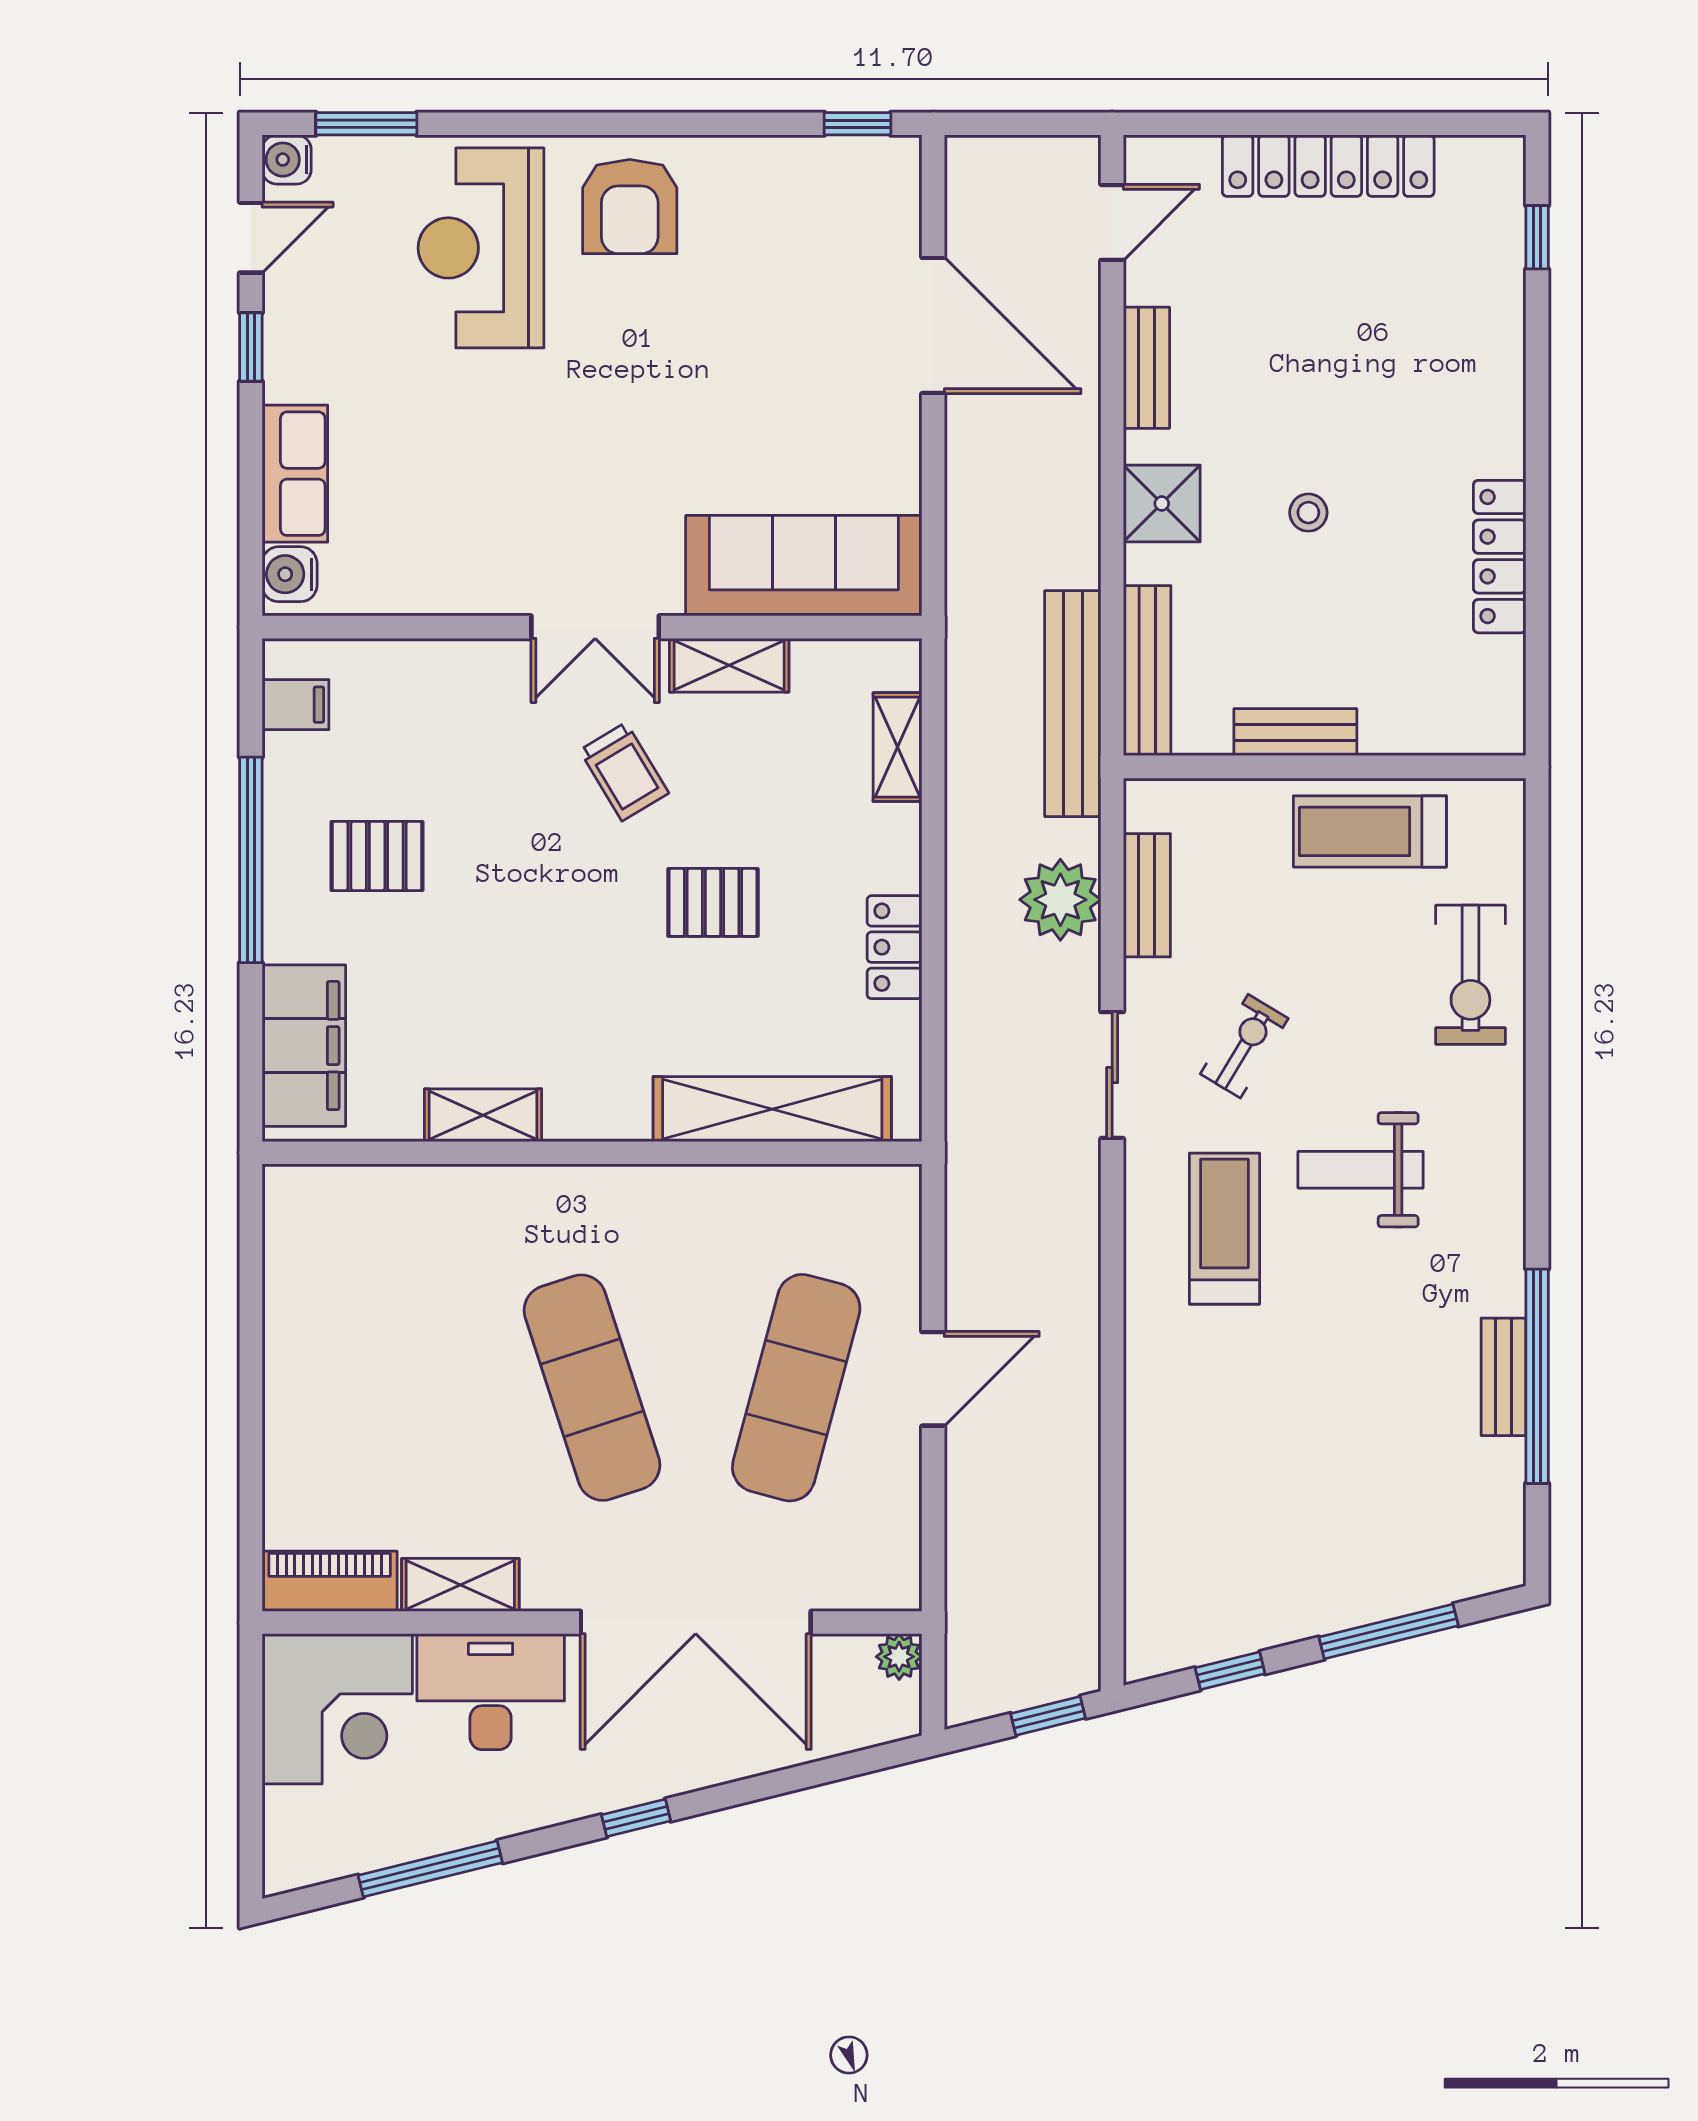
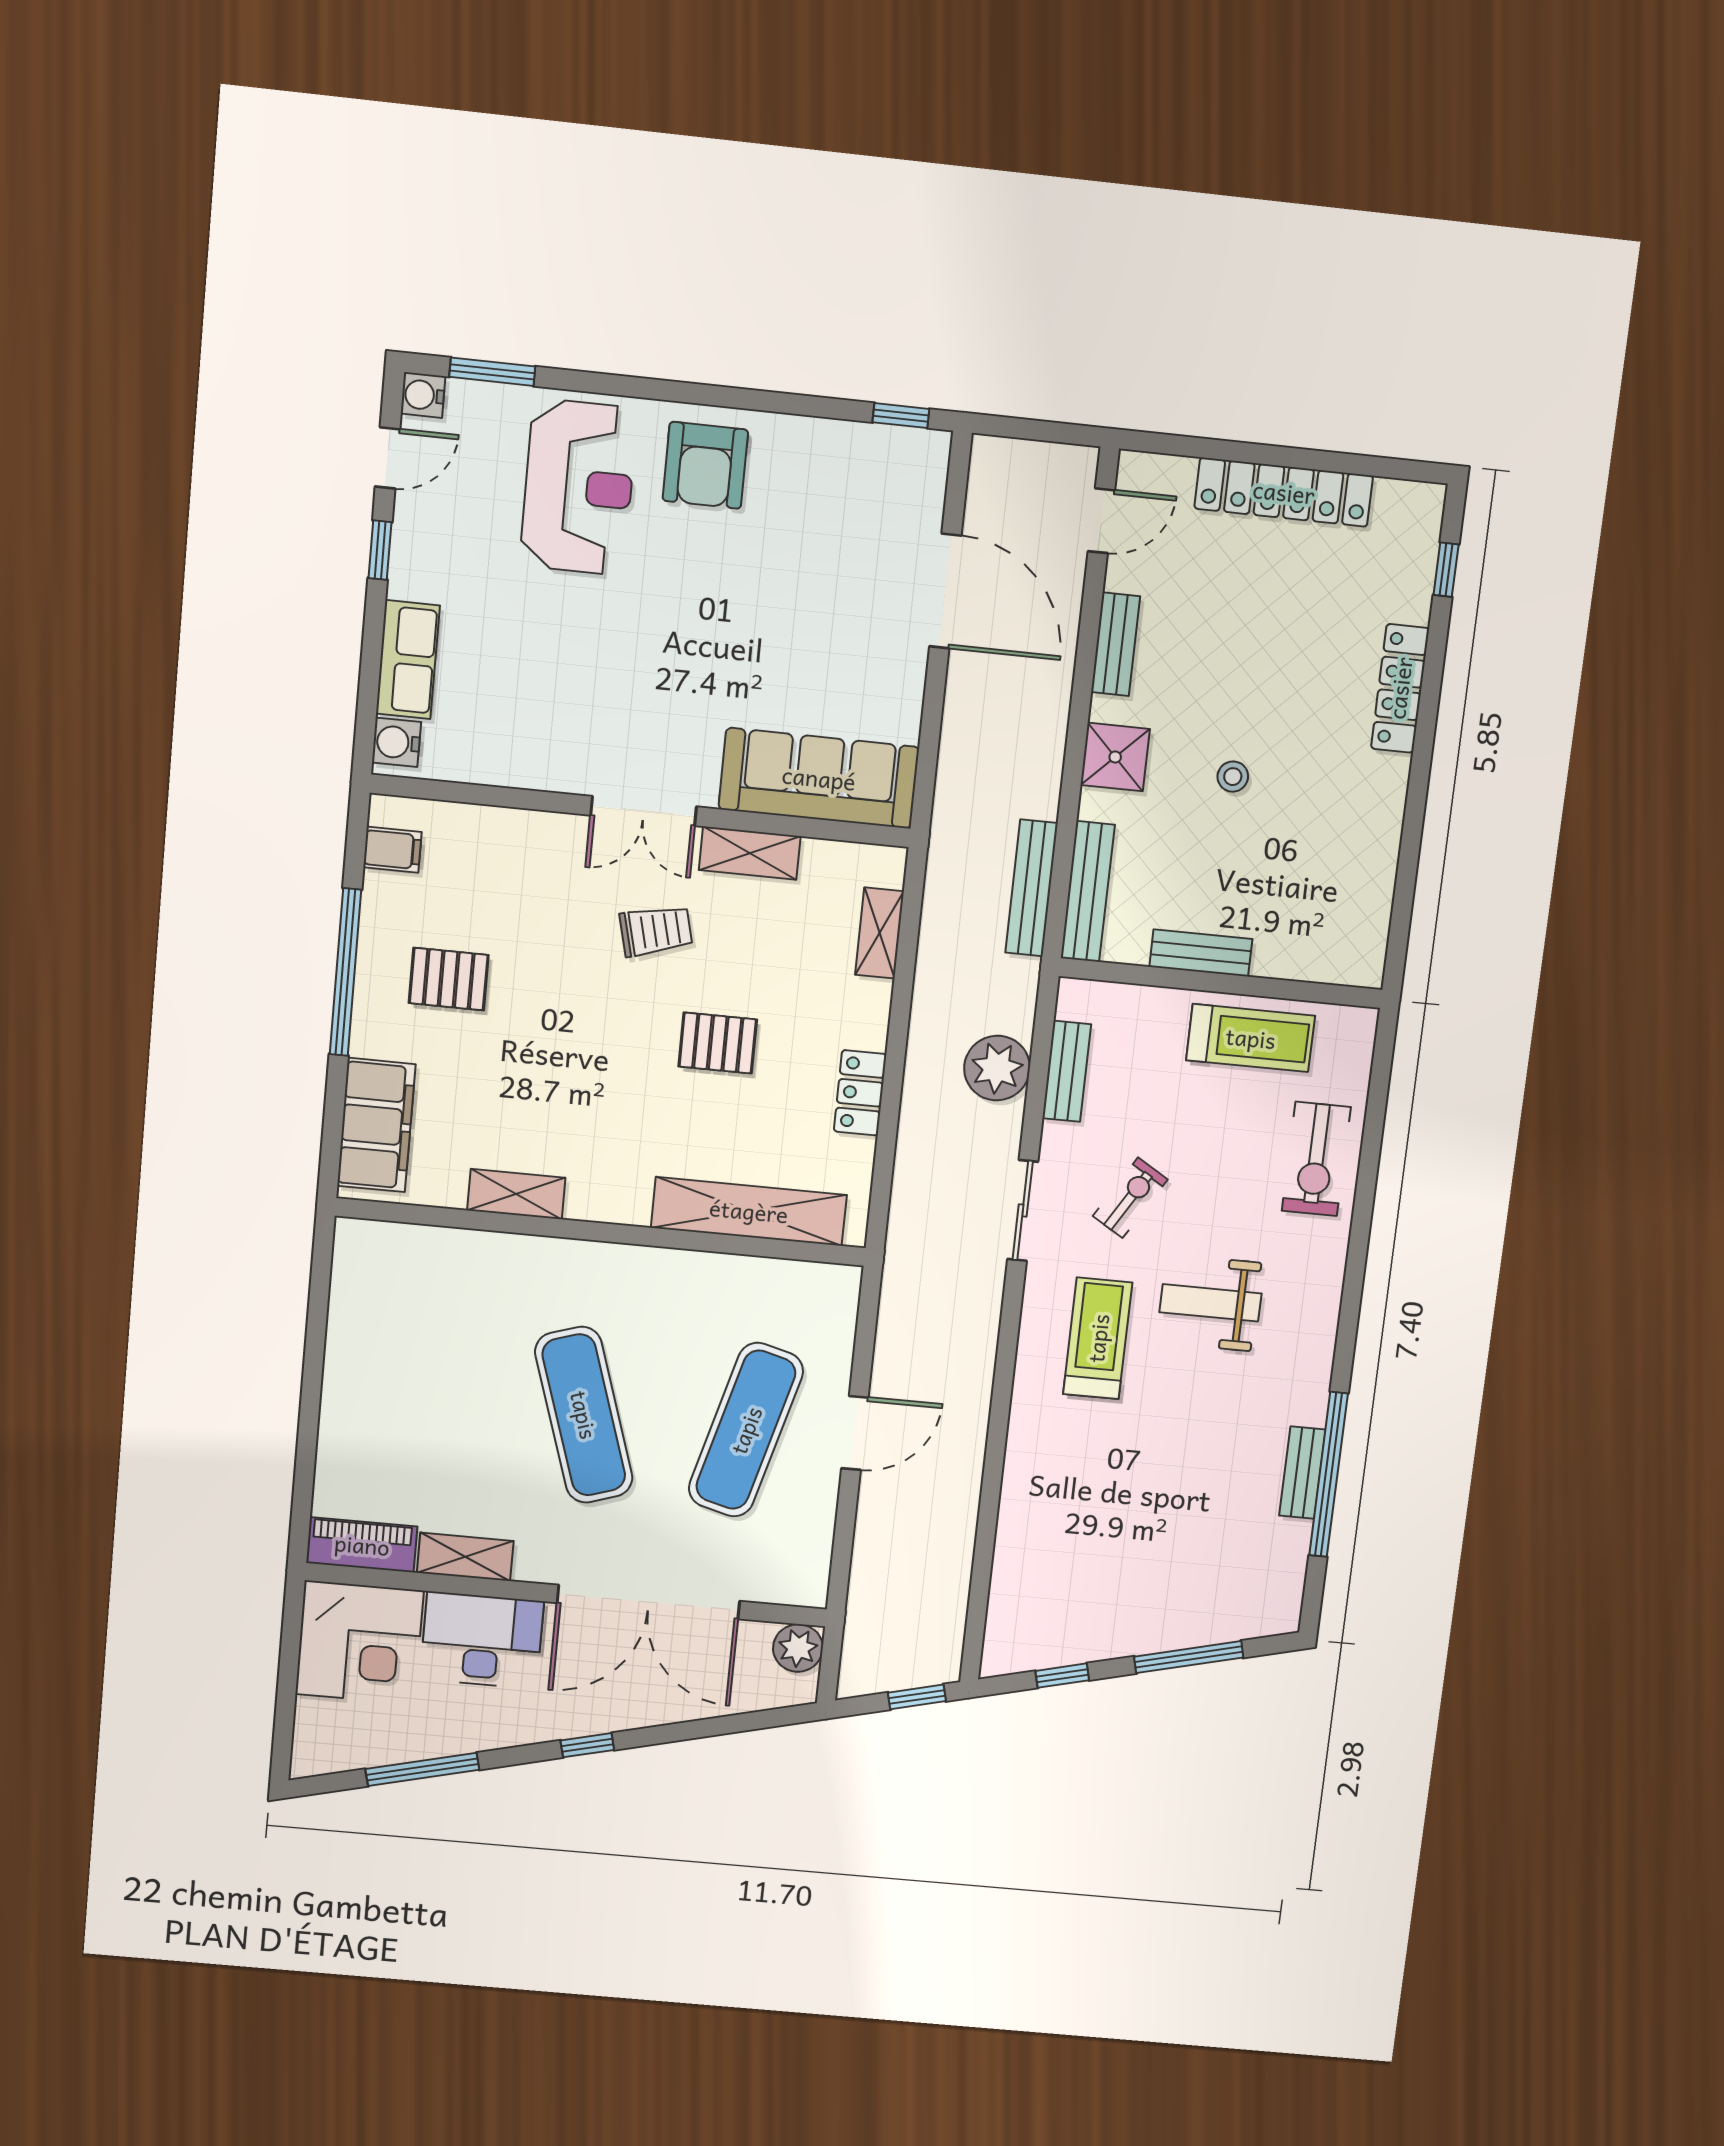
reception desk: (481, 248) -> (579, 487), turned 180
locker: (1500, 557) -> (1400, 688), moved
bench: (1073, 704) -> (1032, 888), width x0.73, depth x0.82
trolley: (624, 772) -> (656, 931), turned -73
treadmill: (1370, 831) -> (1251, 1038), turned 180
plant: (899, 1657) -> (798, 1648), width x1.38, depth x1.38

